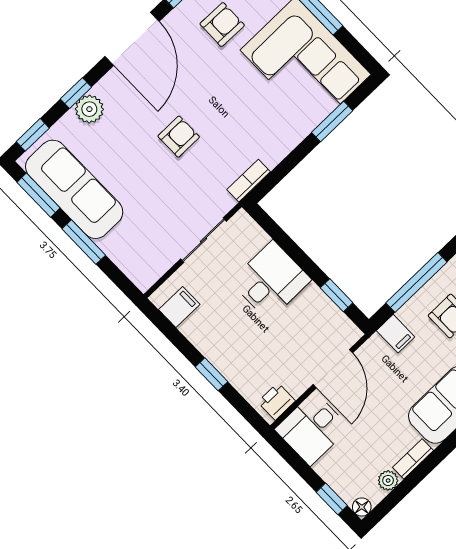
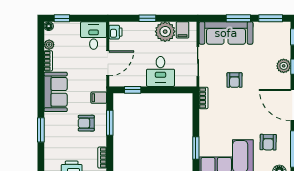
armchair: (179, 137) -> (234, 80), moved
sofa: (74, 189) -> (226, 33), moved
window: (416, 282) -> (110, 123), width x0.69
plant: (206, 330) -> (165, 32), added
door: (333, 369) -> (108, 63), swing flipped

